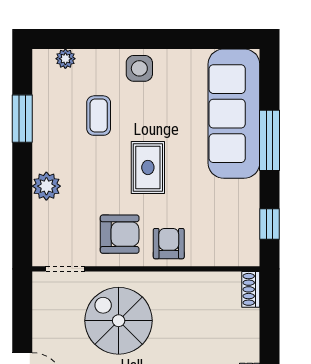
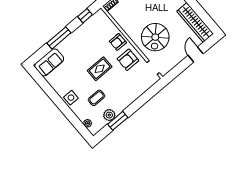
sofa: (234, 114) -> (49, 62), width x0.54, depth x0.79
plant: (46, 186) -> (109, 115), moved
armchair: (120, 234) -> (128, 60), turned -90

